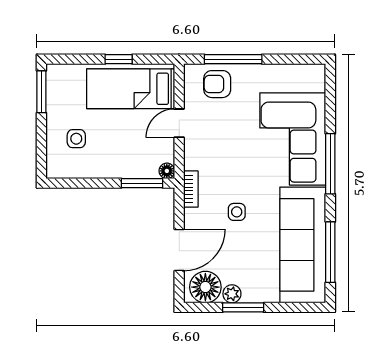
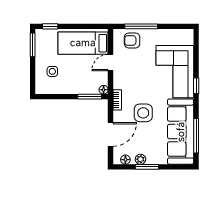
window: (119, 59) -> (50, 26), moved
window: (330, 164) -> (196, 86), width x0.46
side table: (237, 212) -> (143, 113), width x1.87, depth x1.87
floor lamp: (205, 287) -> (125, 160), width x0.53, depth x0.53

